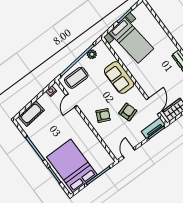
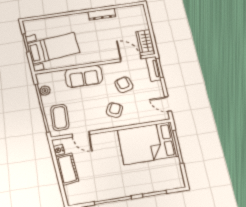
cot: (31, 113) -> (67, 169), moved
bed: (72, 166) -> (148, 143), moved

